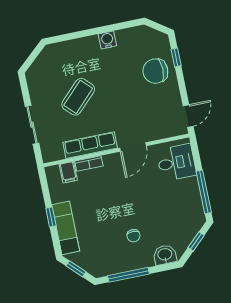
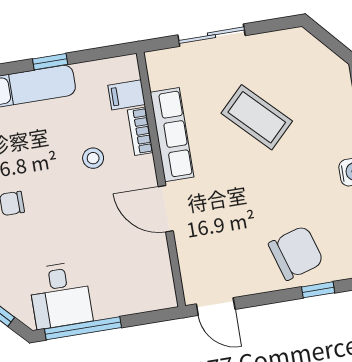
chair: (155, 71) -> (296, 253), turned 73
desk: (176, 163) -> (60, 295), moved
stool: (106, 190) -> (93, 158), added

